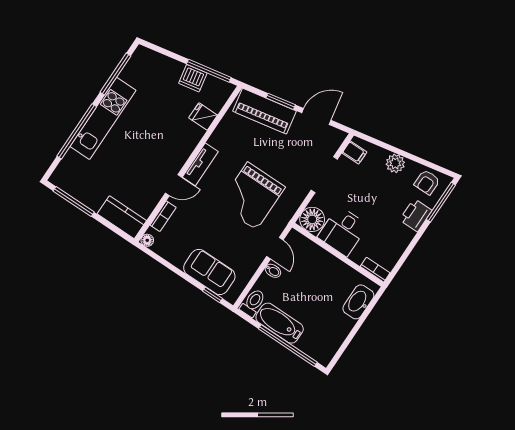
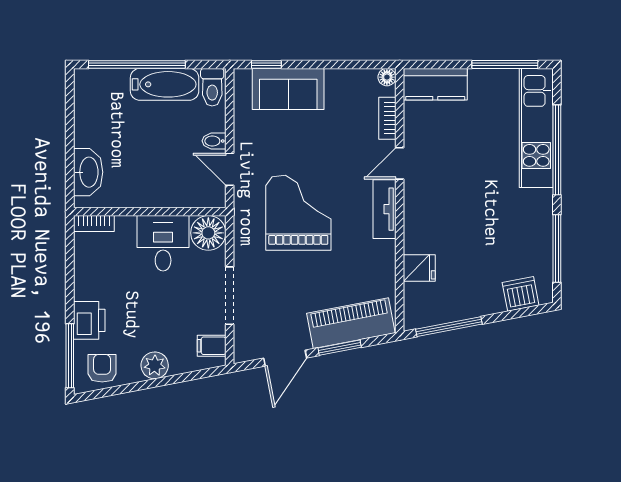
dishwasher: (193, 78) -> (521, 294), moved
kitchen unit: (103, 118) -> (536, 128), moved

